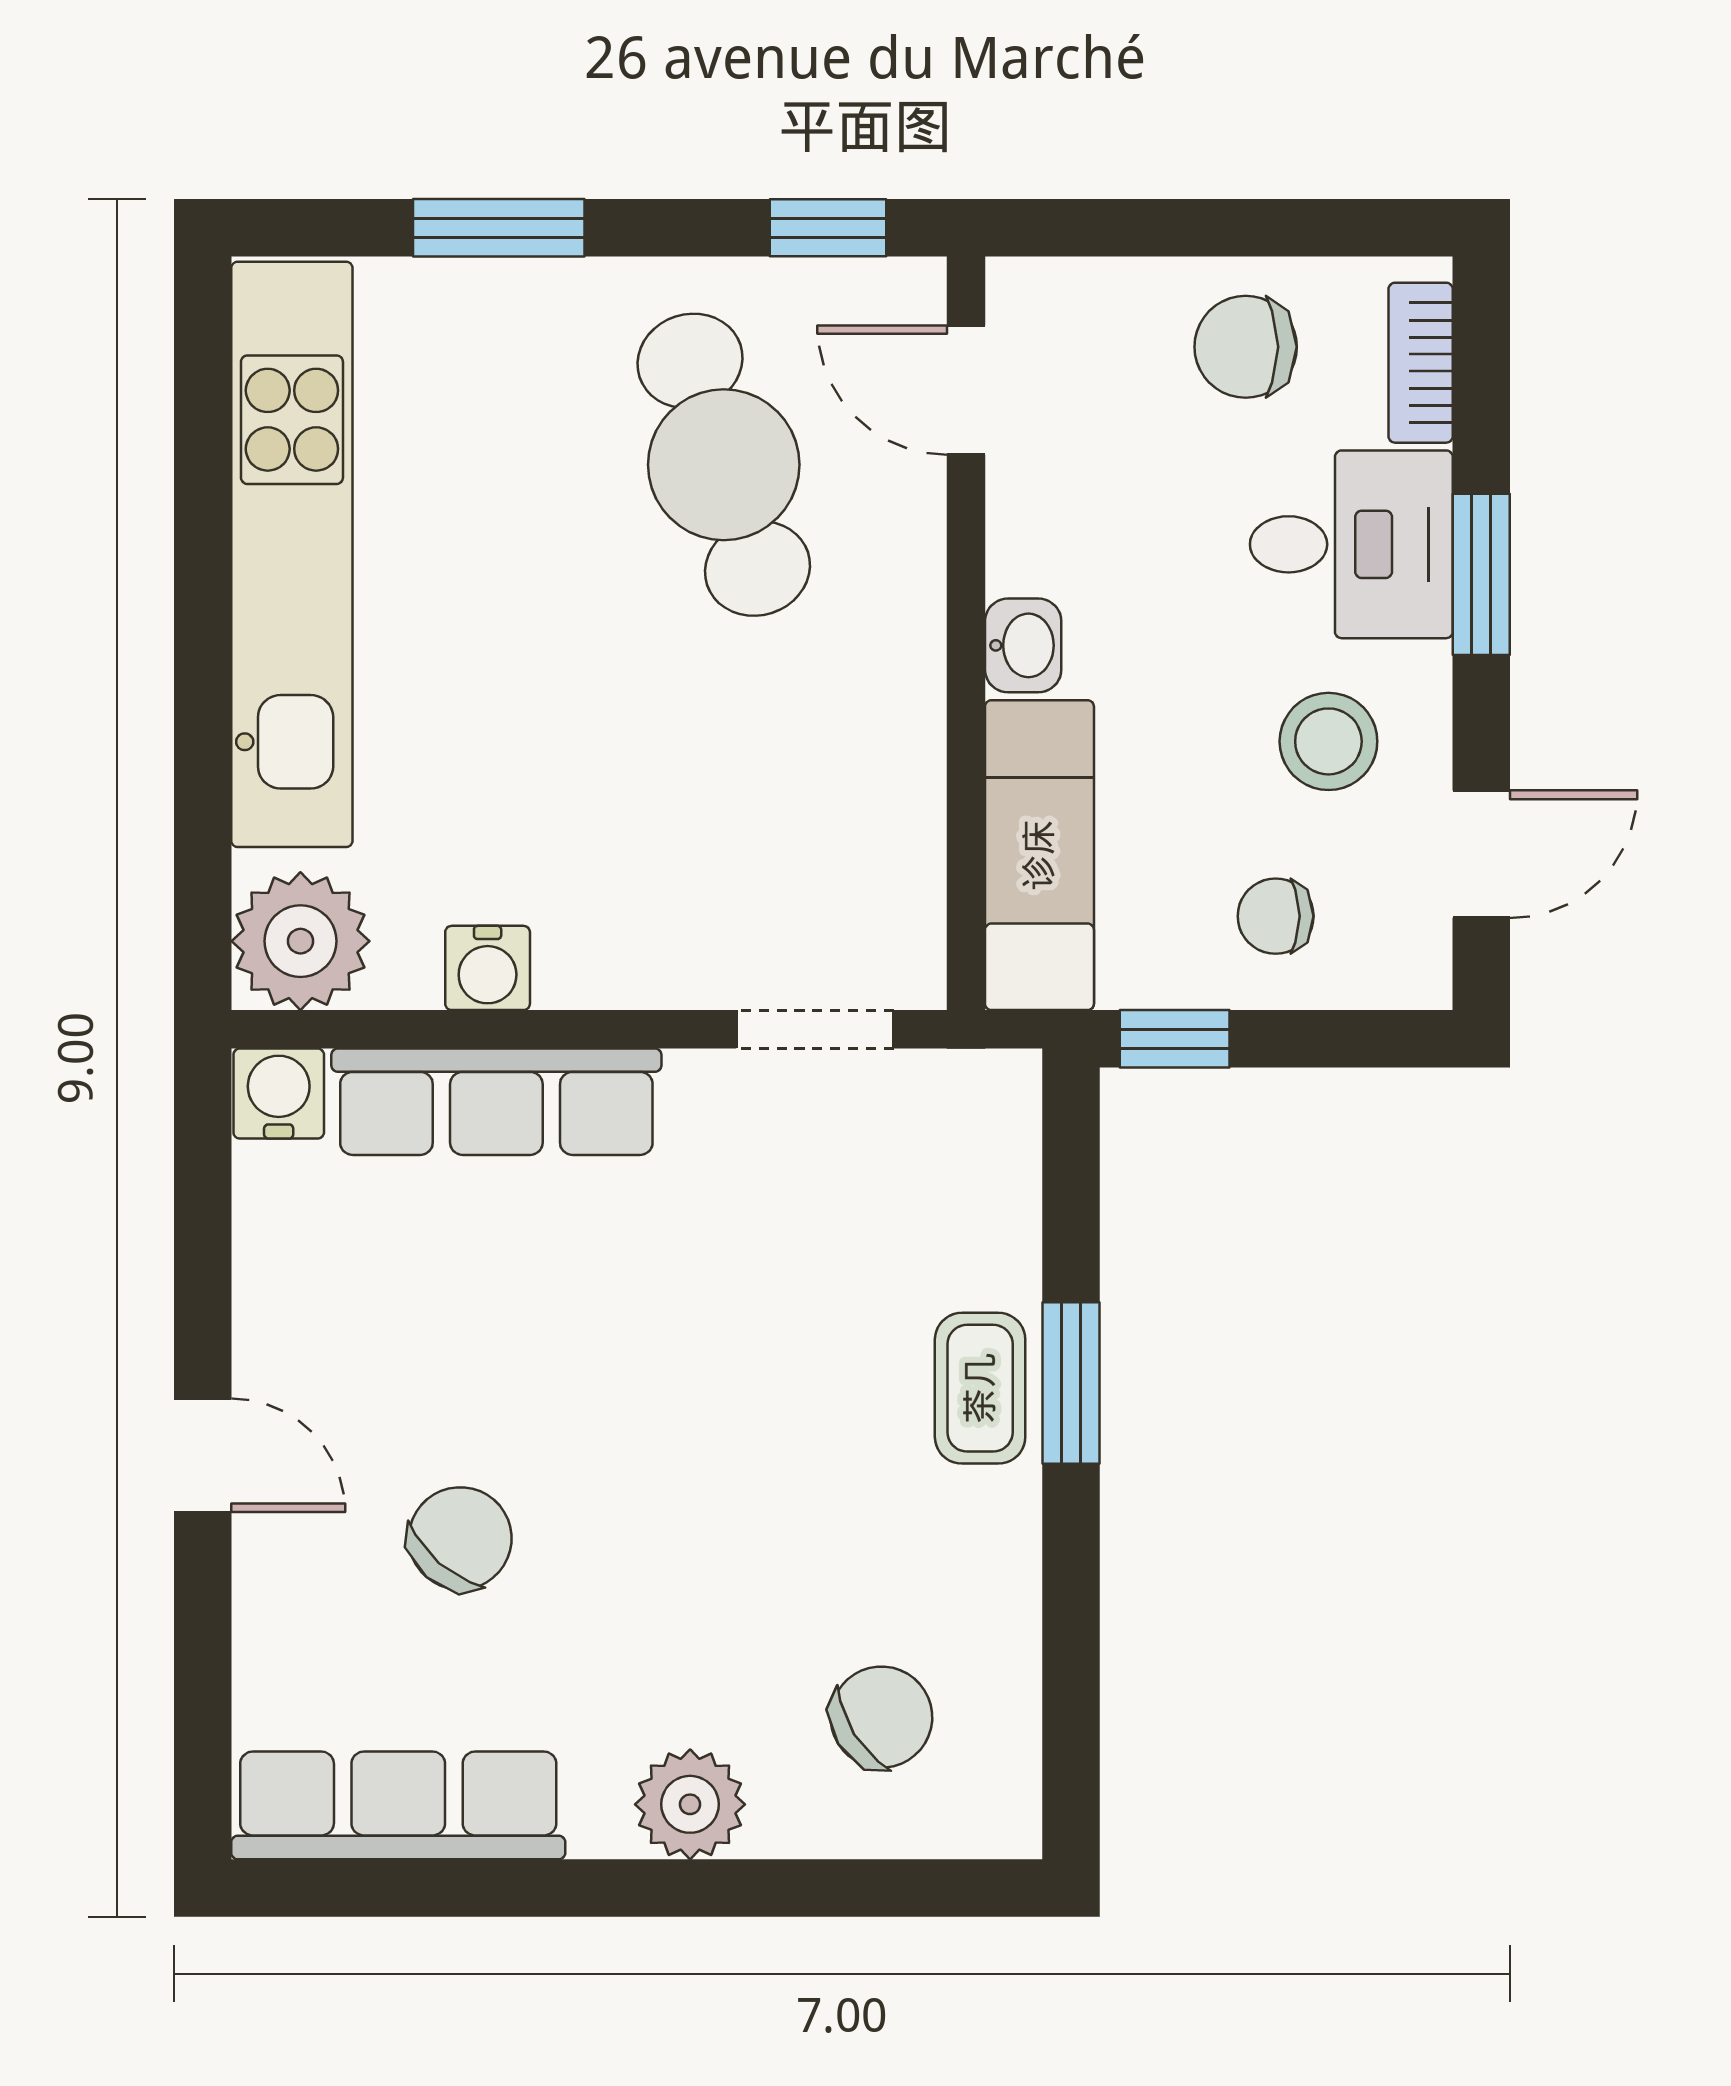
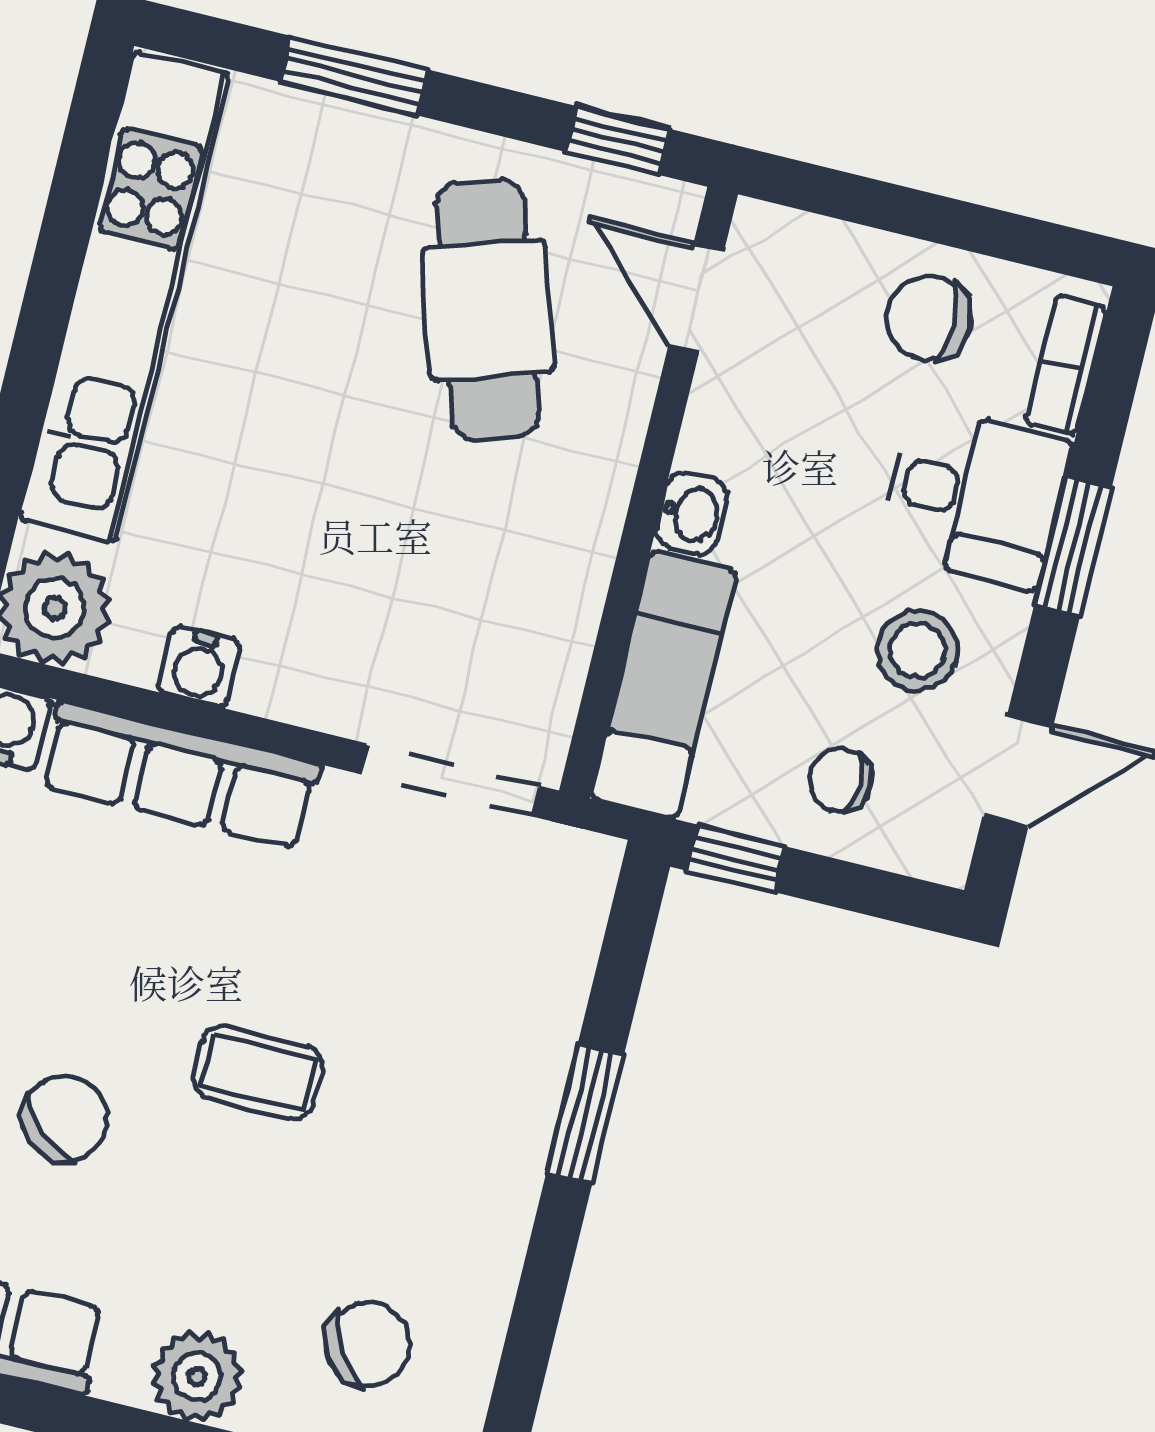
doorway: (815, 1029) -> (450, 780), width x1.38
coffee table: (980, 1388) -> (258, 1072), moved, turned 90

